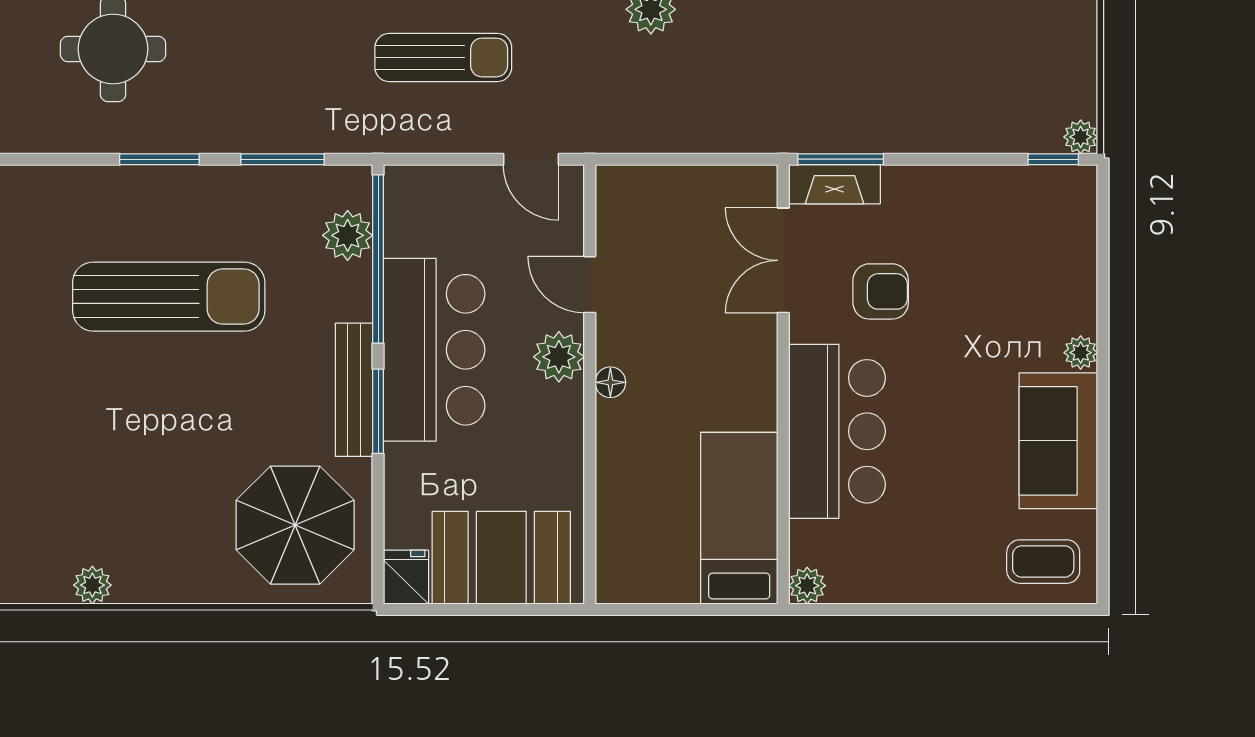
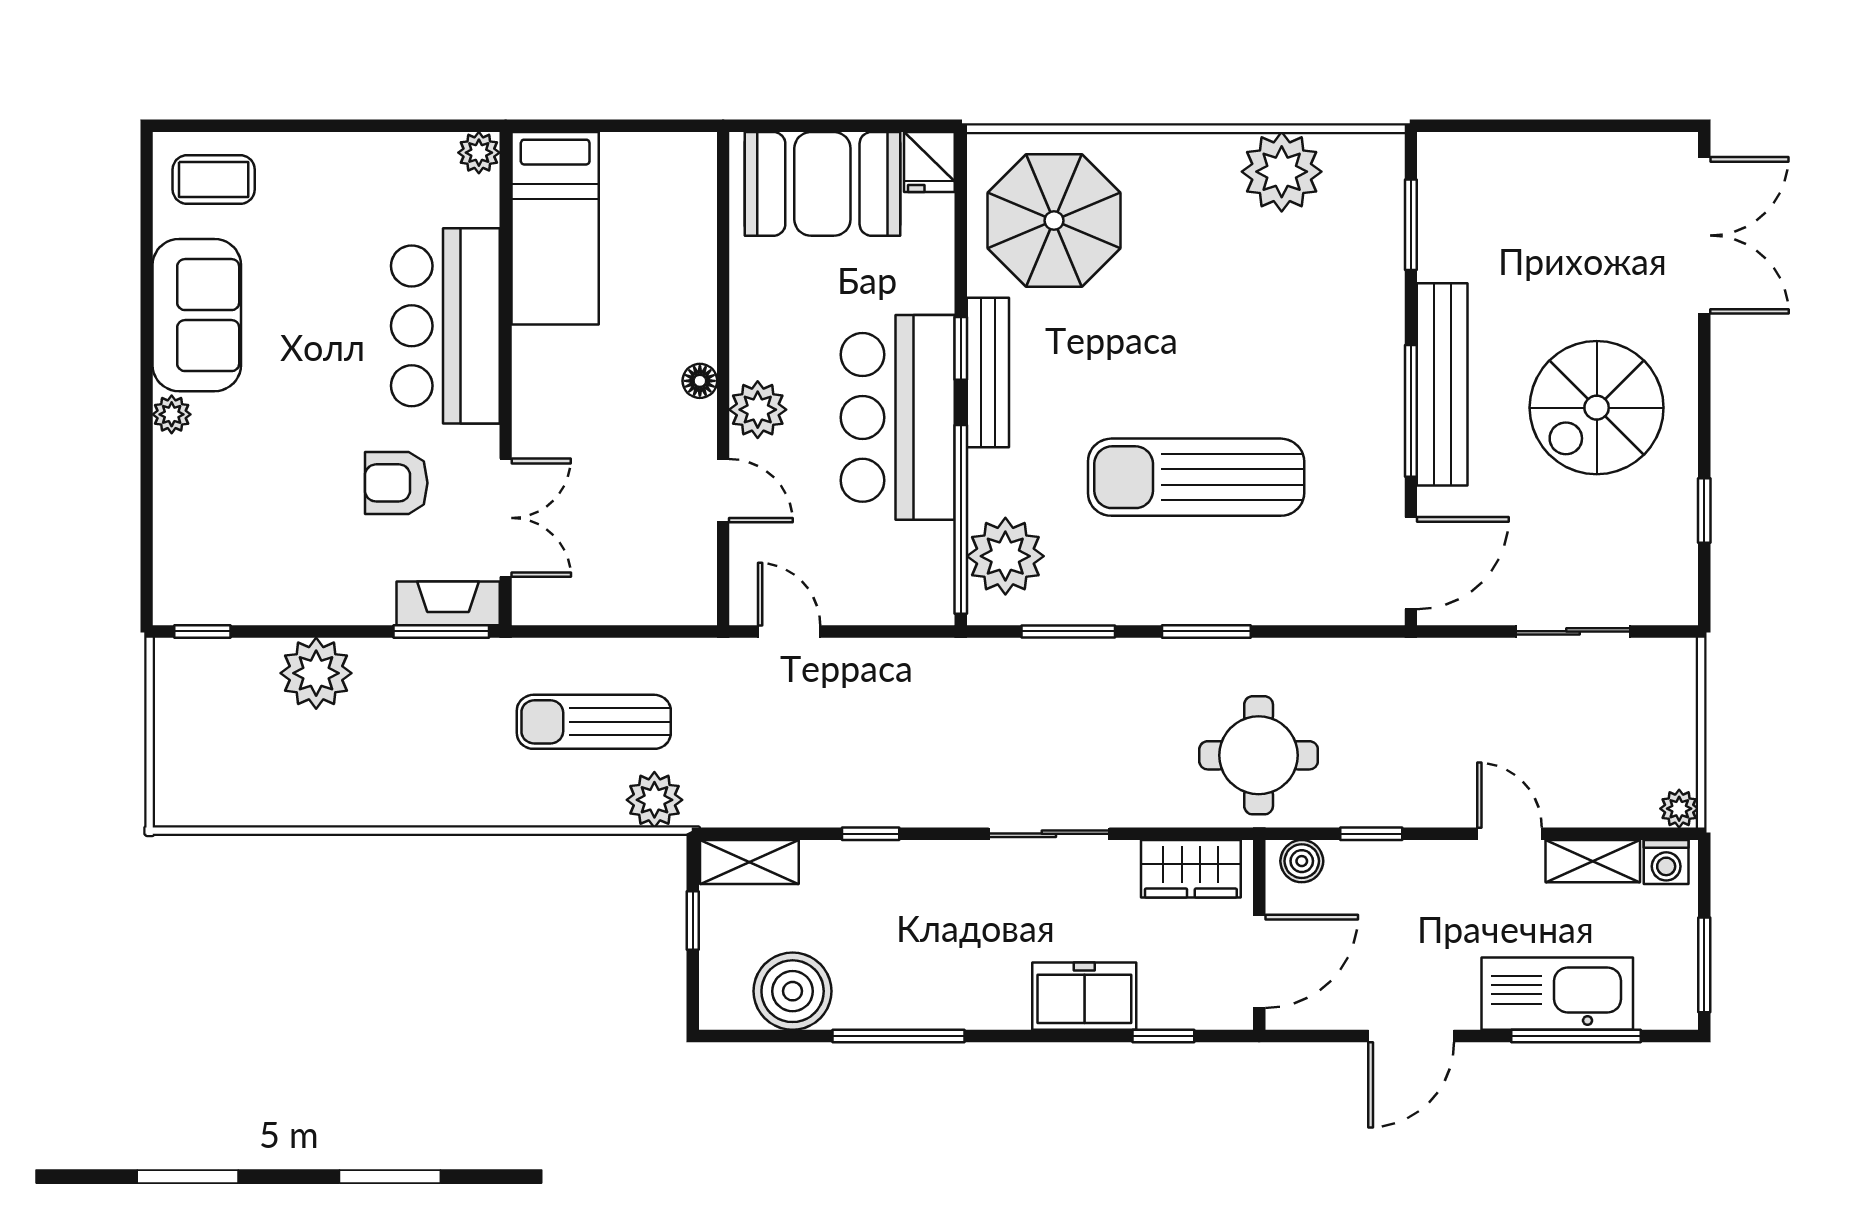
sun lounger: (443, 57) -> (594, 722), moved
plant: (1081, 137) -> (316, 673), moved, width x1.88, depth x1.88
plant: (348, 235) -> (1005, 556), width x1.36, depth x1.36
window: (378, 411) -> (961, 348), width x0.67
plant: (92, 585) -> (1282, 172), width x1.87, depth x1.87

